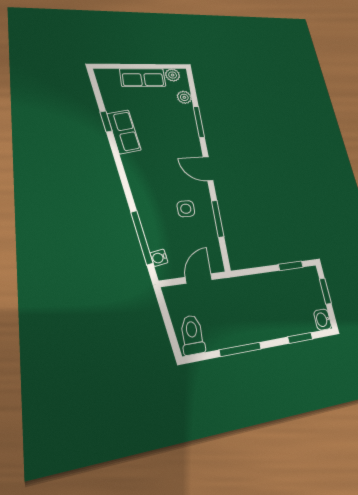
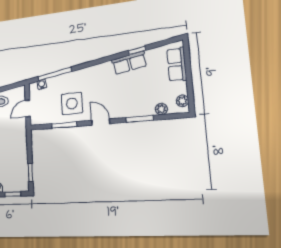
row of seats: (143, 78) -> (177, 64), moved
door: (208, 169) -> (101, 122), hinge flipped
side table: (186, 209) -> (72, 104), width x1.87, depth x1.87
door: (199, 278) -> (28, 108), swing flipped

